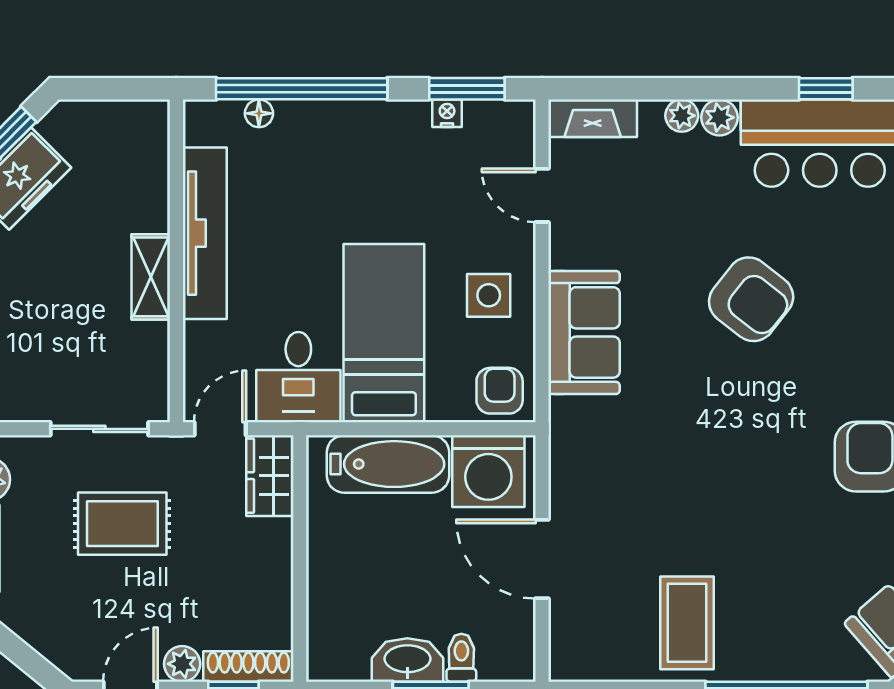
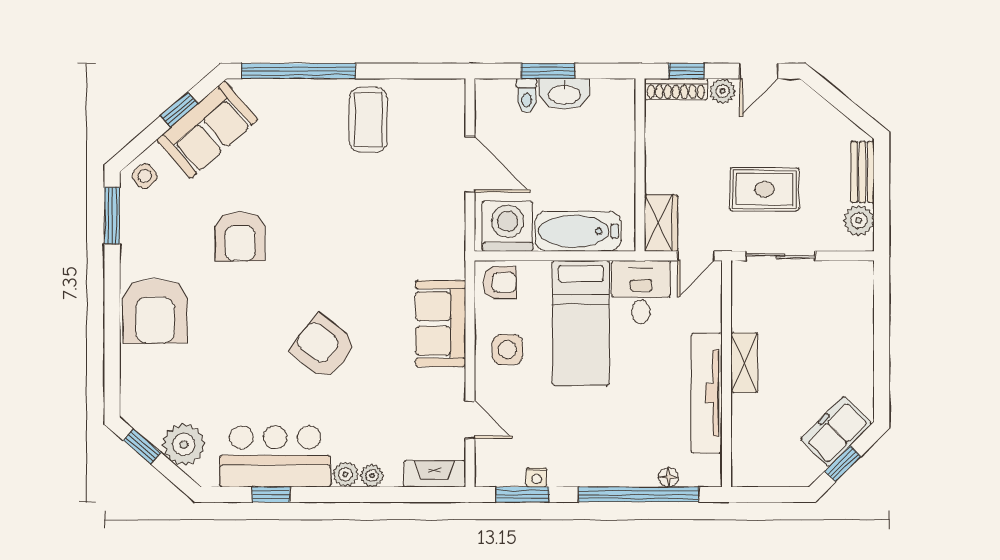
armchair: (500, 391) -> (500, 283), turned -90

